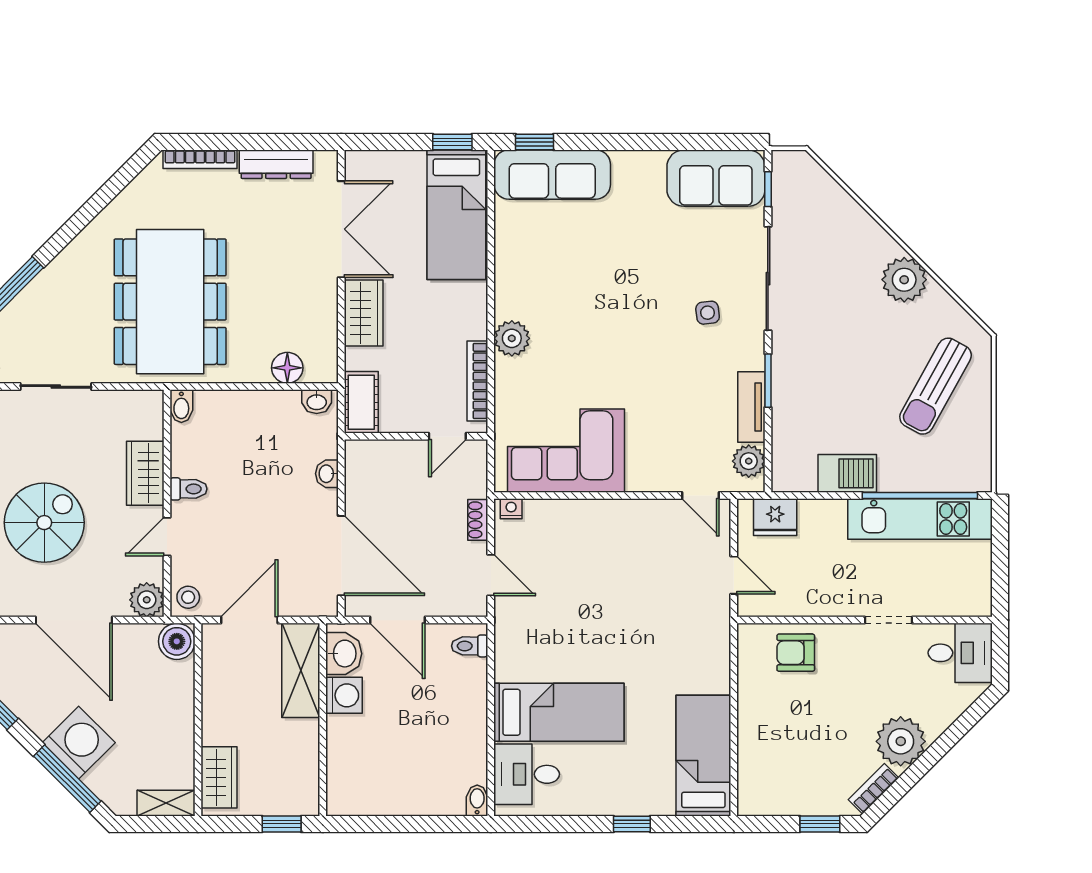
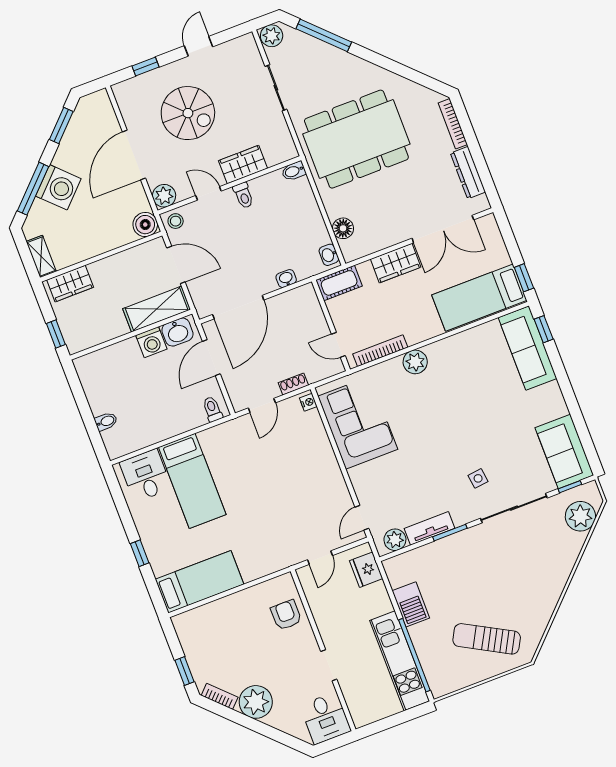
plant: (904, 280) -> (580, 516), moved
bidet: (477, 801) -> (106, 421), moved

